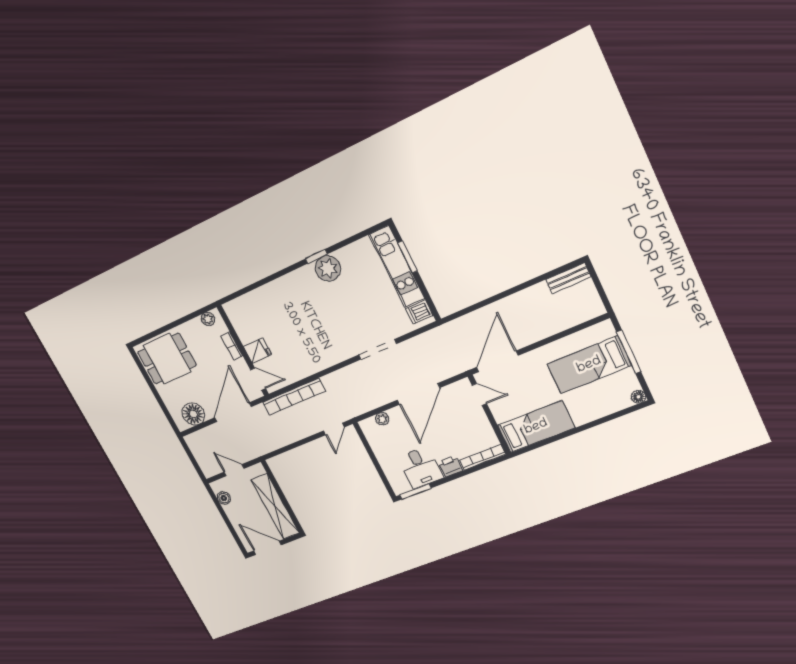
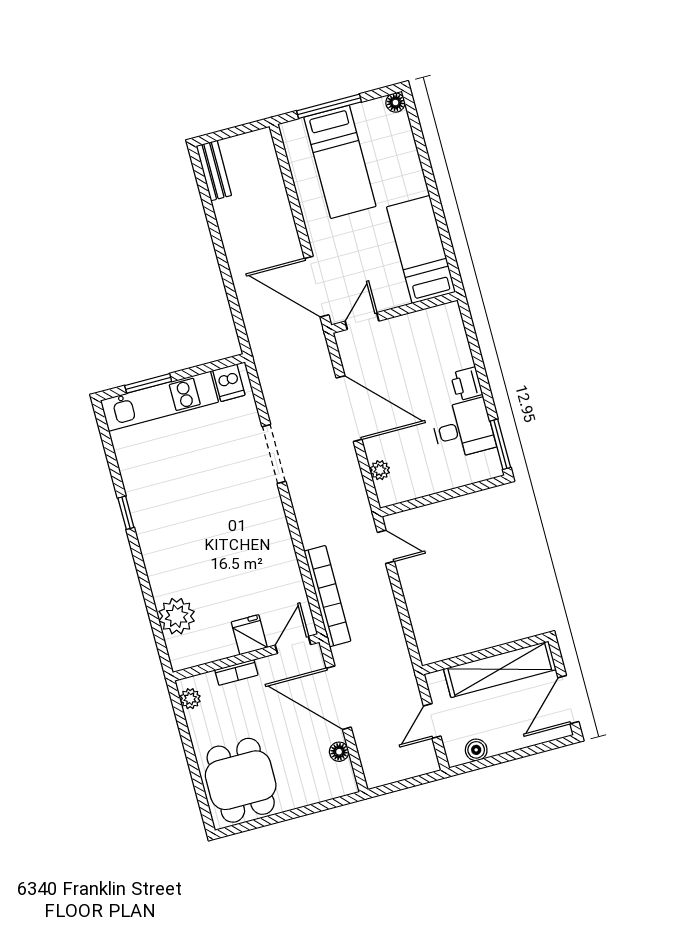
plant: (328, 268) -> (177, 616), moved
floor lamp: (193, 414) -> (339, 752), width x0.53, depth x0.53
bookcase: (482, 457) -> (458, 334), removed

